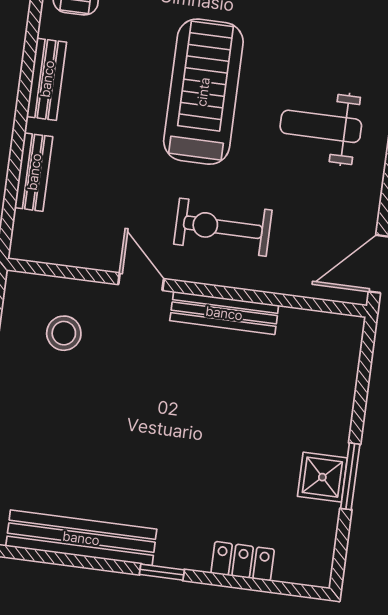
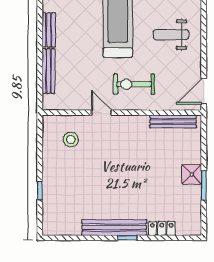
bench: (34, 172) -> (48, 71), width x1.36
bench: (224, 313) -> (173, 121), moved
shower: (322, 477) -> (192, 174), moved
bench: (81, 538) -> (114, 228), moved

